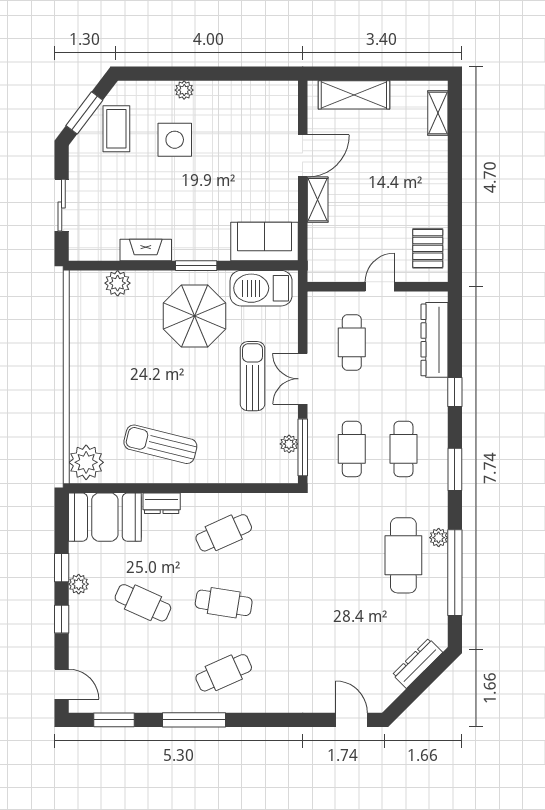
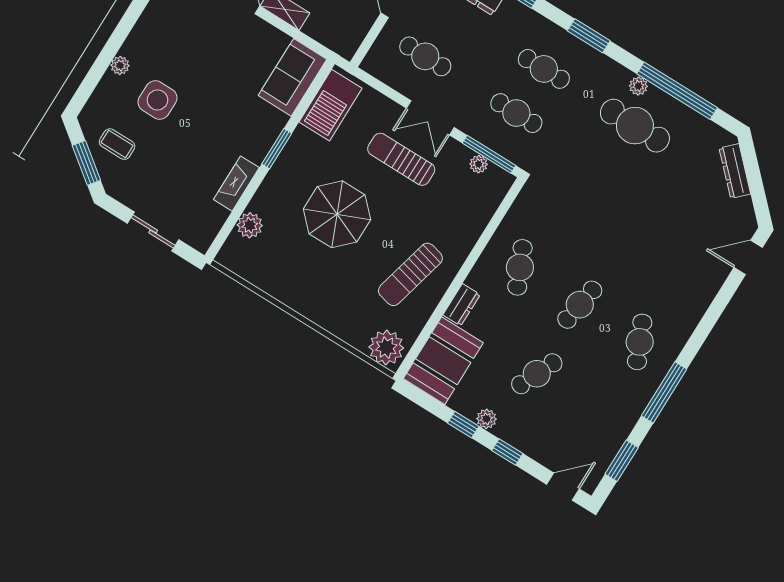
coffee table: (116, 129) -> (117, 144), width x0.73, depth x0.77
parasol: (194, 316) -> (337, 214), moved

